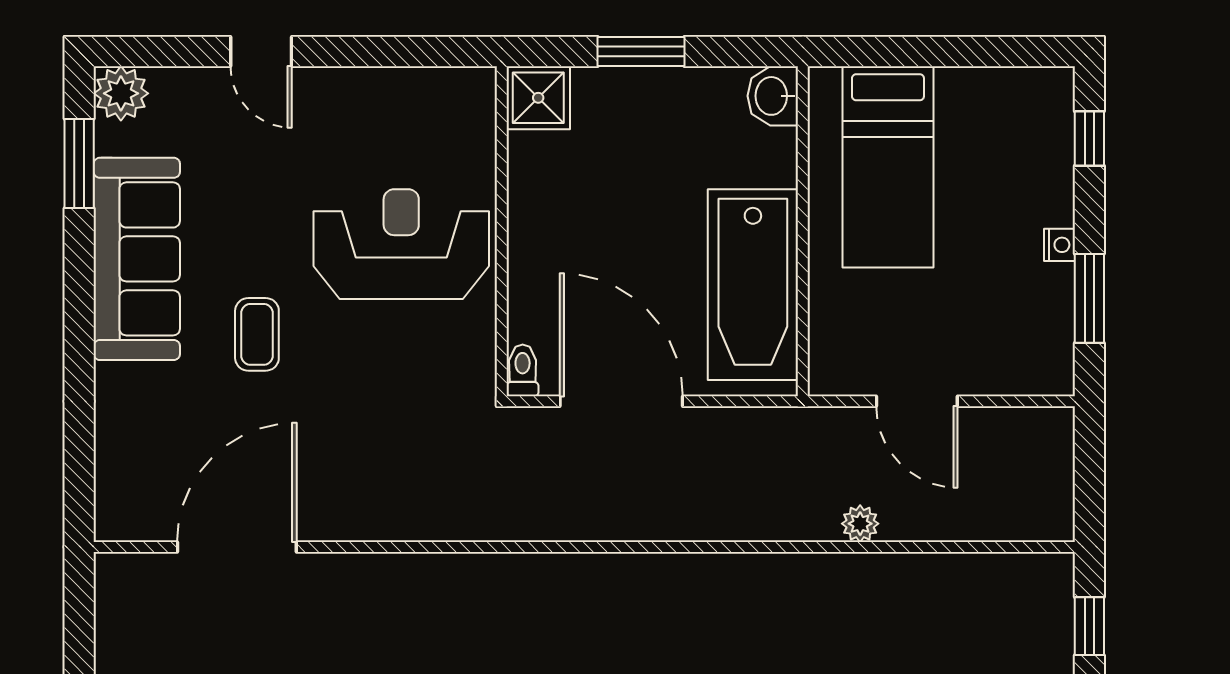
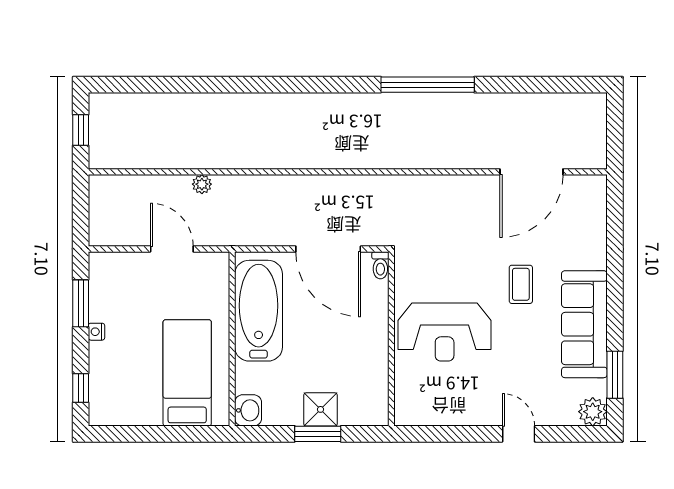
shower: (538, 98) -> (321, 409), moved

